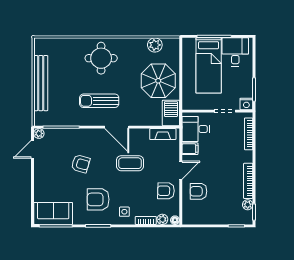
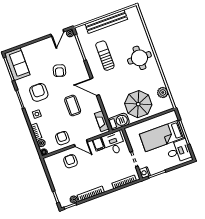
sun lounger: (99, 101) -> (105, 56), moved
door: (117, 127) -> (95, 87), hinge flipped
door: (33, 149) -> (57, 33), swing flipped

